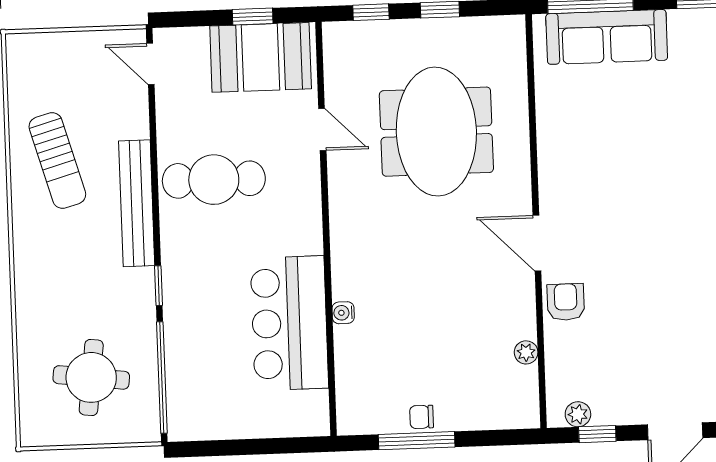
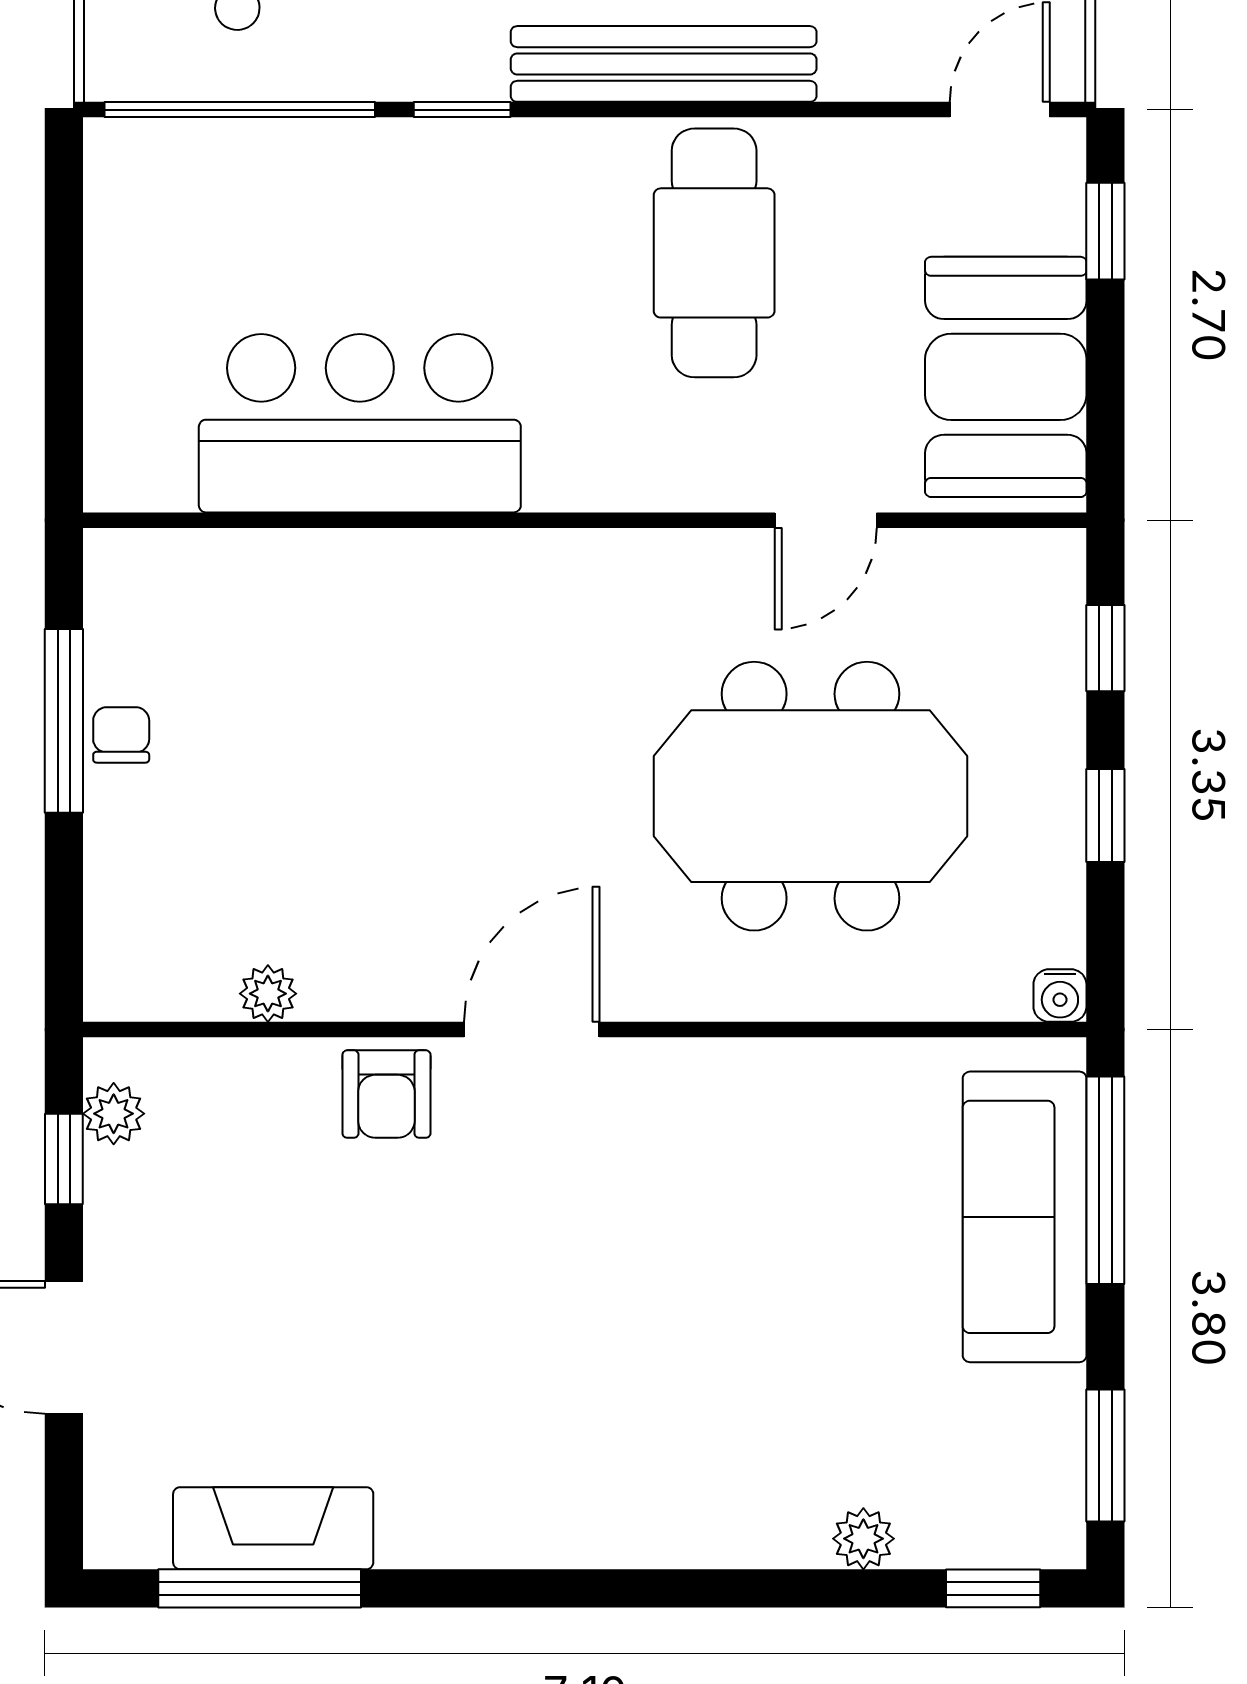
window: (253, 17) -> (1105, 231), moved
armchair: (566, 302) -> (386, 1094), turned 90
water cooler: (343, 313) -> (1060, 995), moved, turned 180

